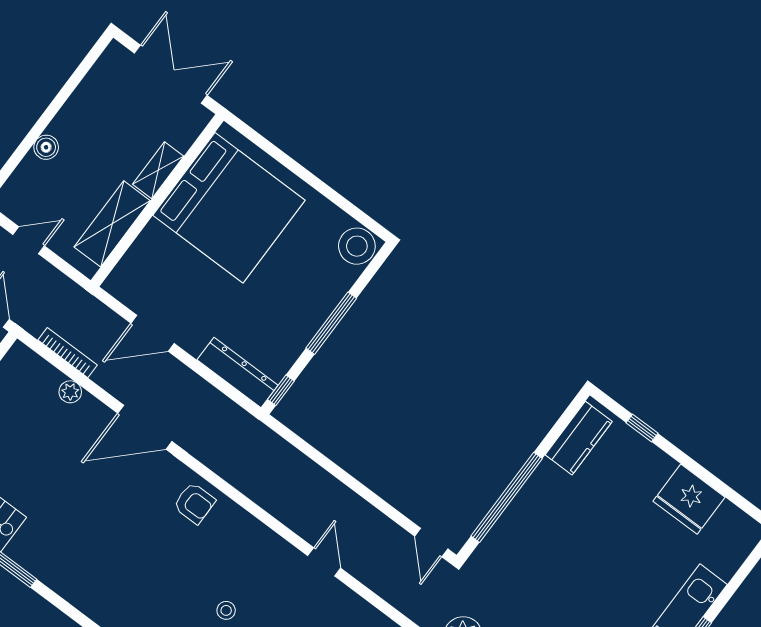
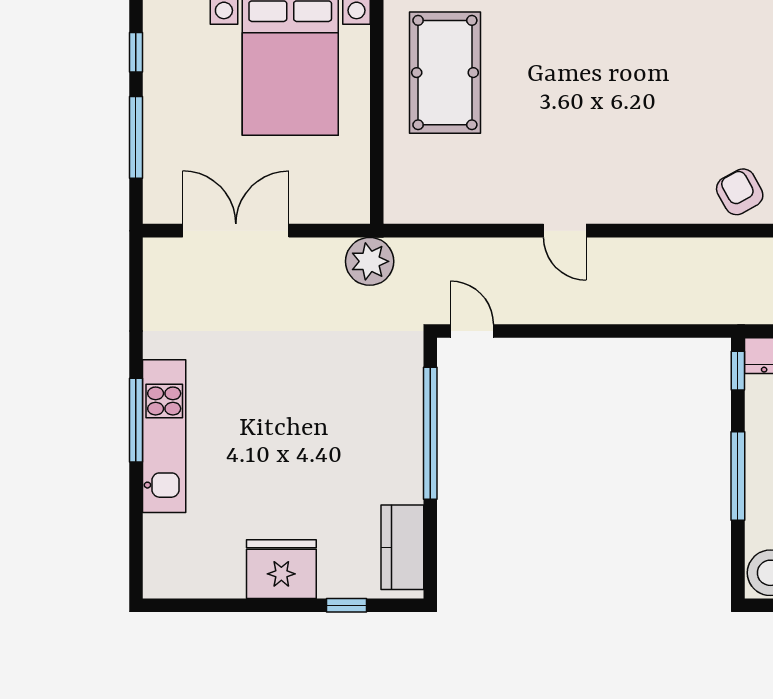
fridge: (689, 499) -> (281, 569), moved
armchair: (194, 503) -> (740, 192), turned 61
stool: (226, 610) -> (627, 108), removed

